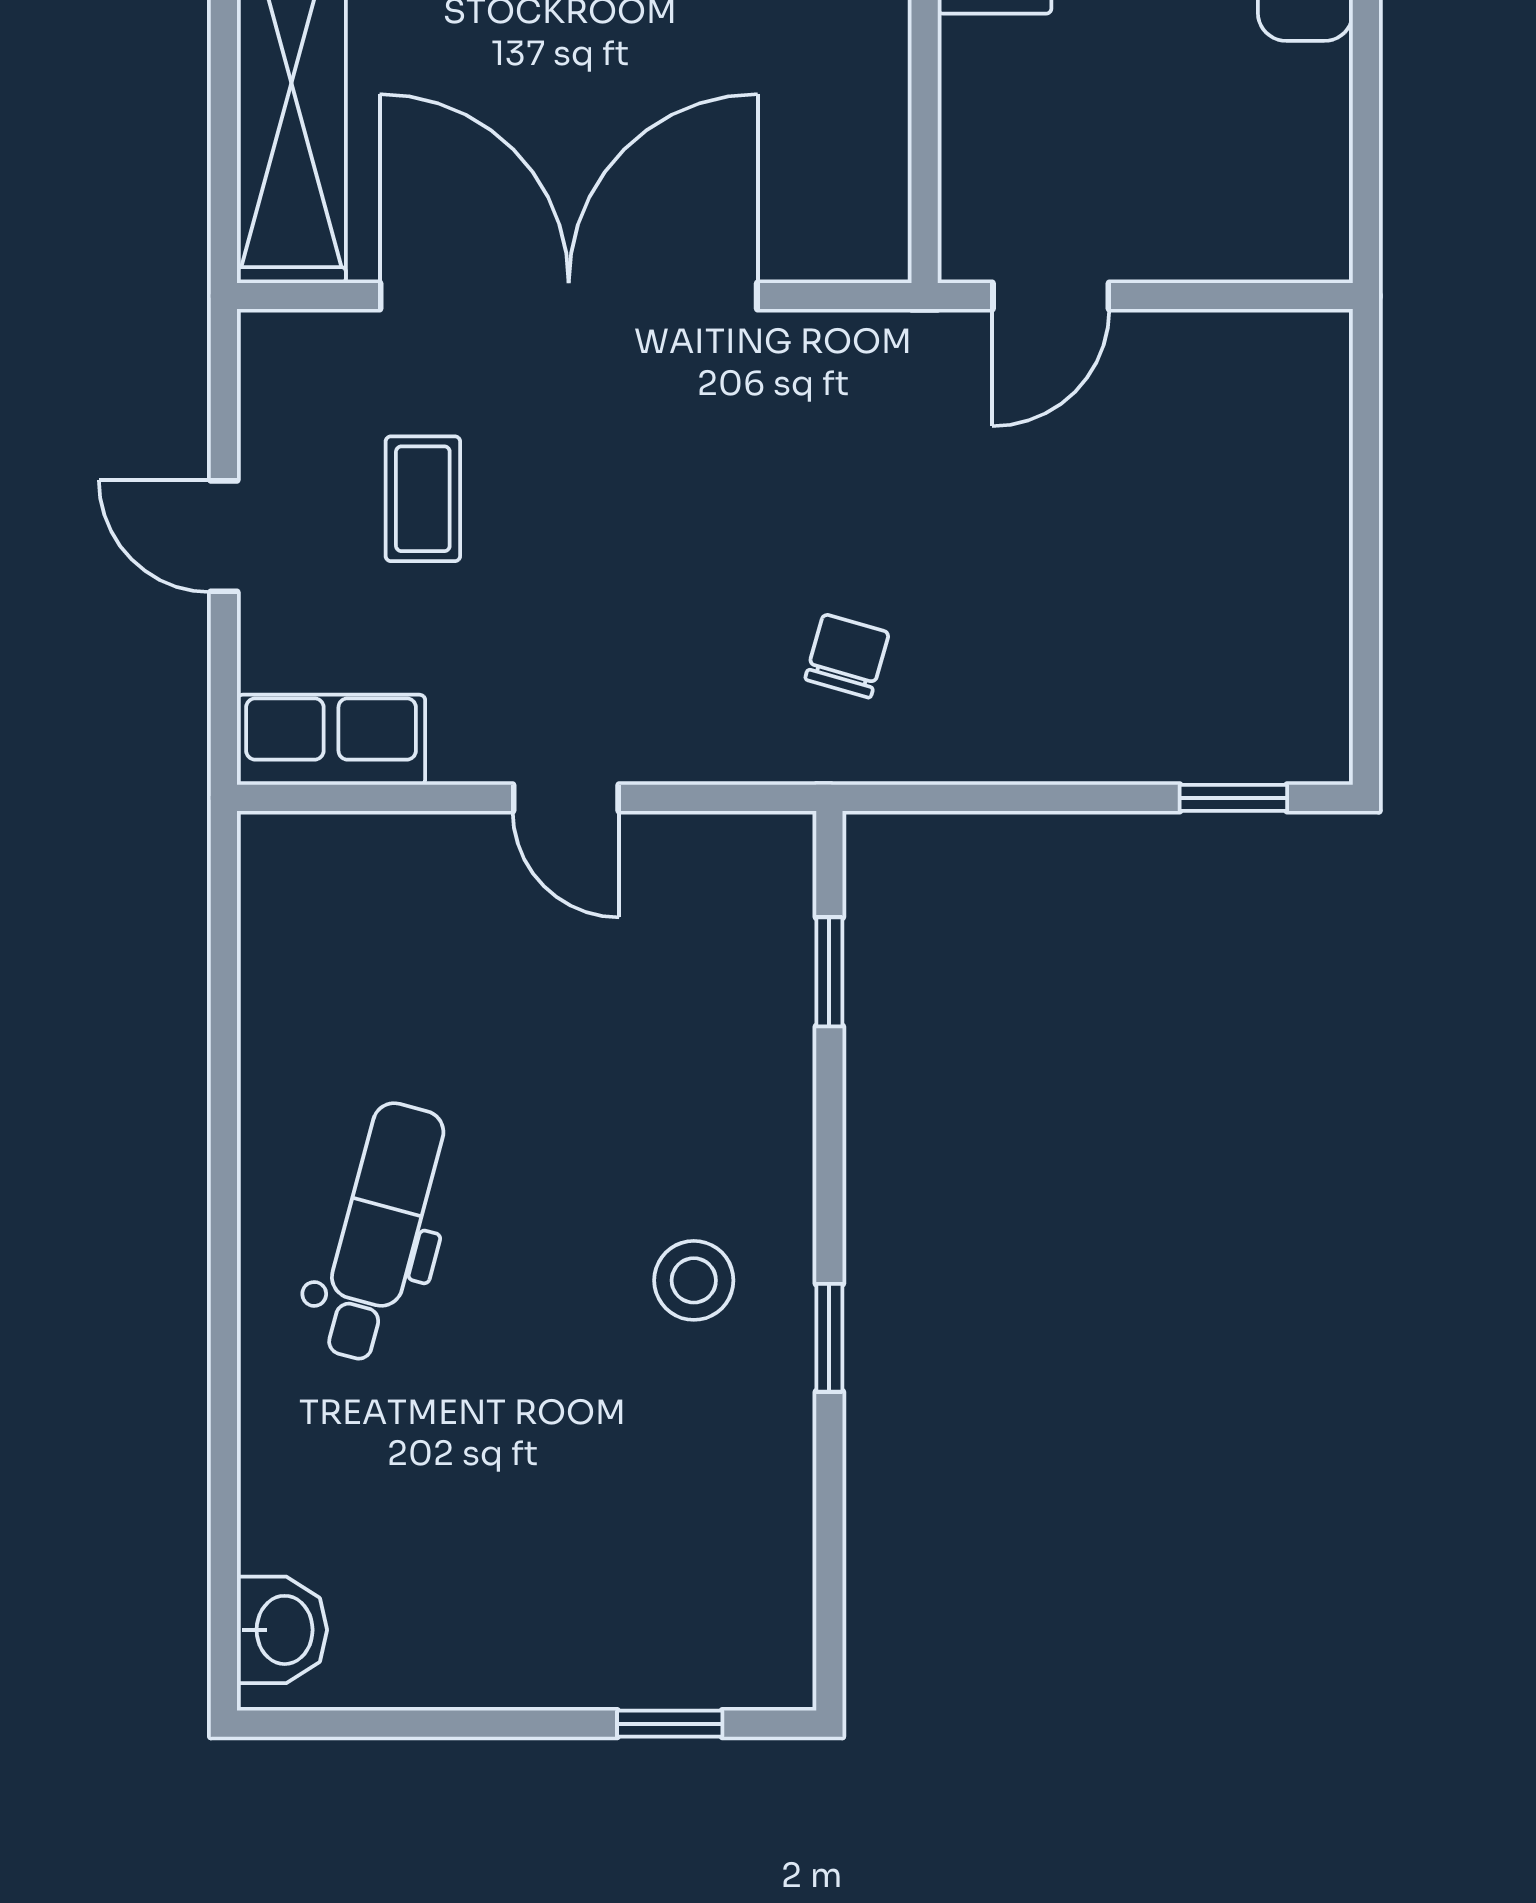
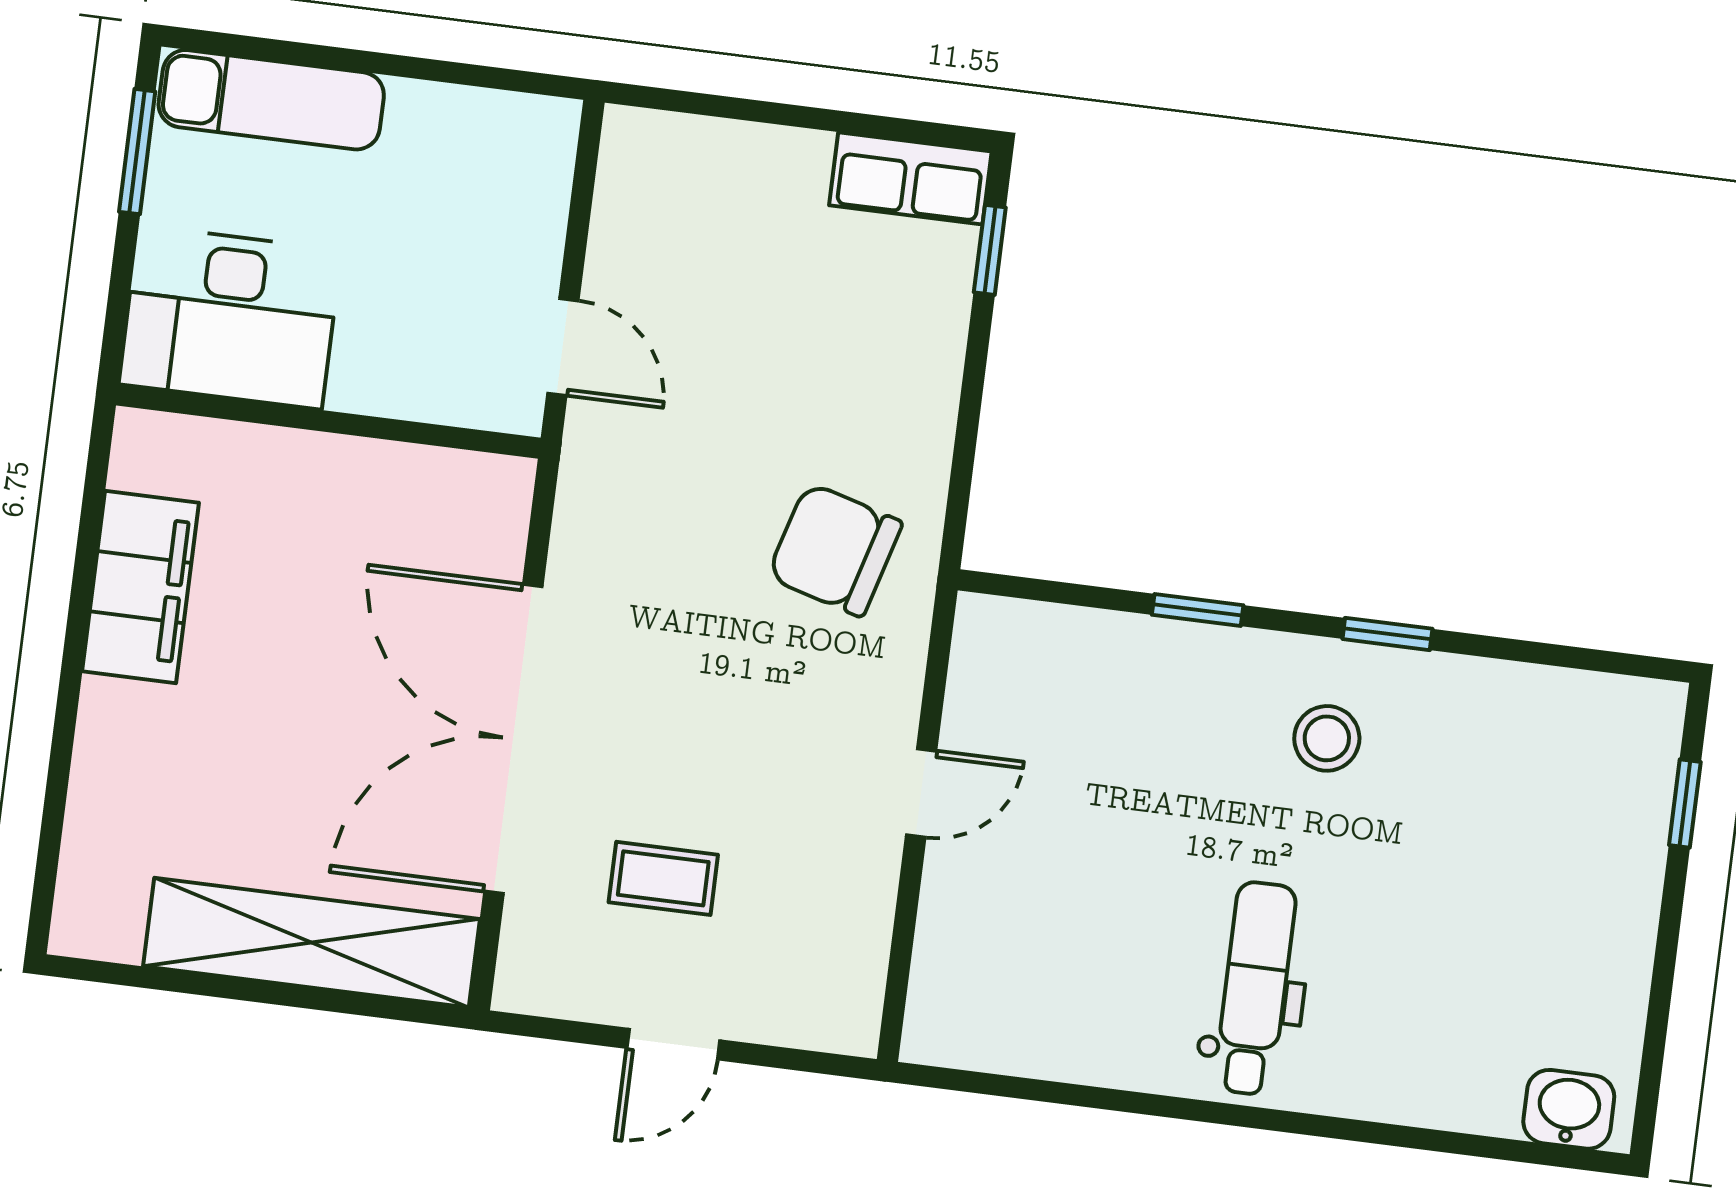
chair: (847, 656) -> (835, 550), width x1.87, depth x1.87
row of seats: (331, 740) -> (910, 178), moved, turned -90
window: (829, 972) -> (1198, 610), moved
dental chair: (380, 1232) -> (1255, 988), turned 75

